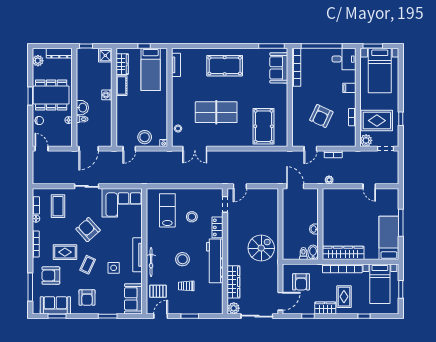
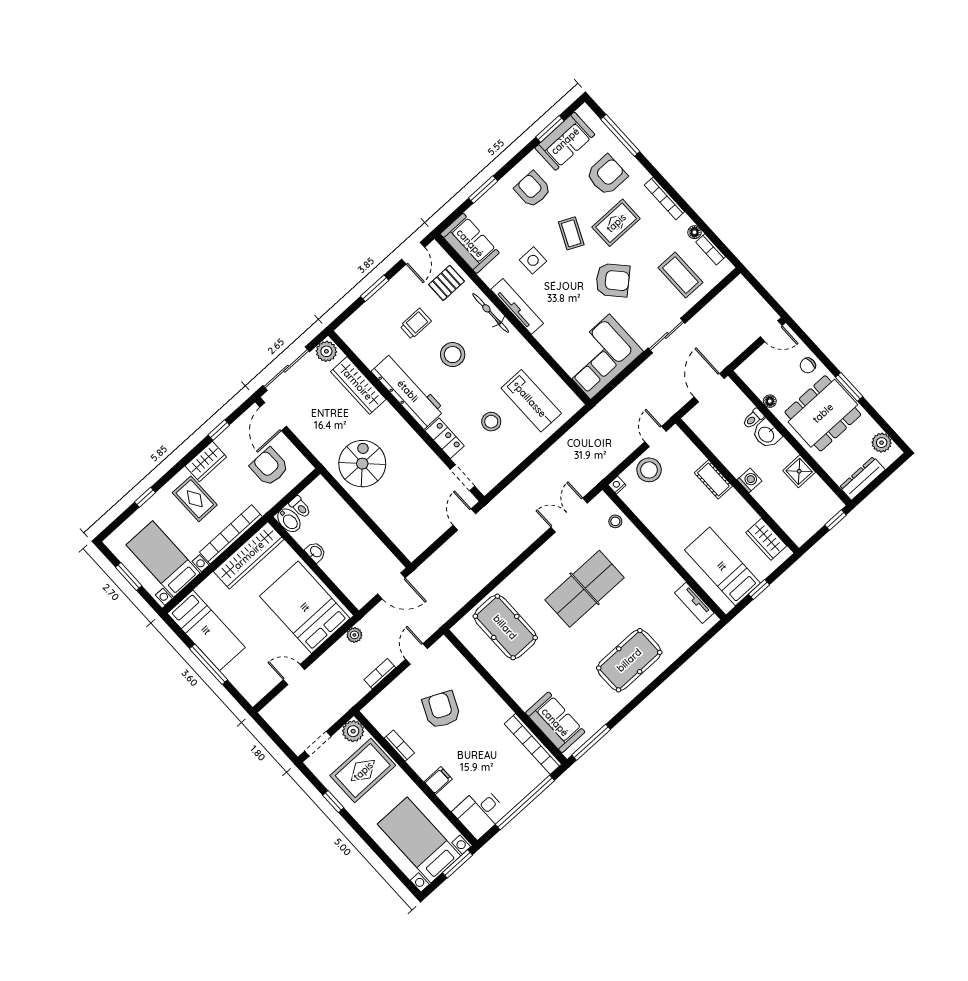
shower: (105, 56) -> (799, 471), moved
cot: (121, 86) -> (713, 479), moved
bed: (339, 210) -> (305, 607), added
spiral stairs: (261, 248) -> (362, 464), turned 180

